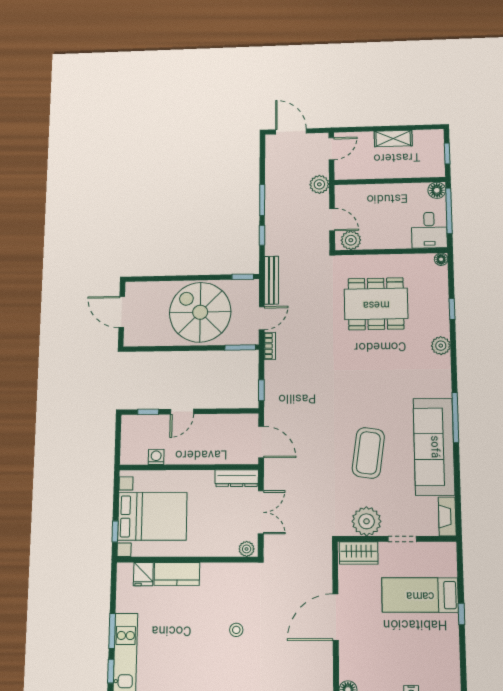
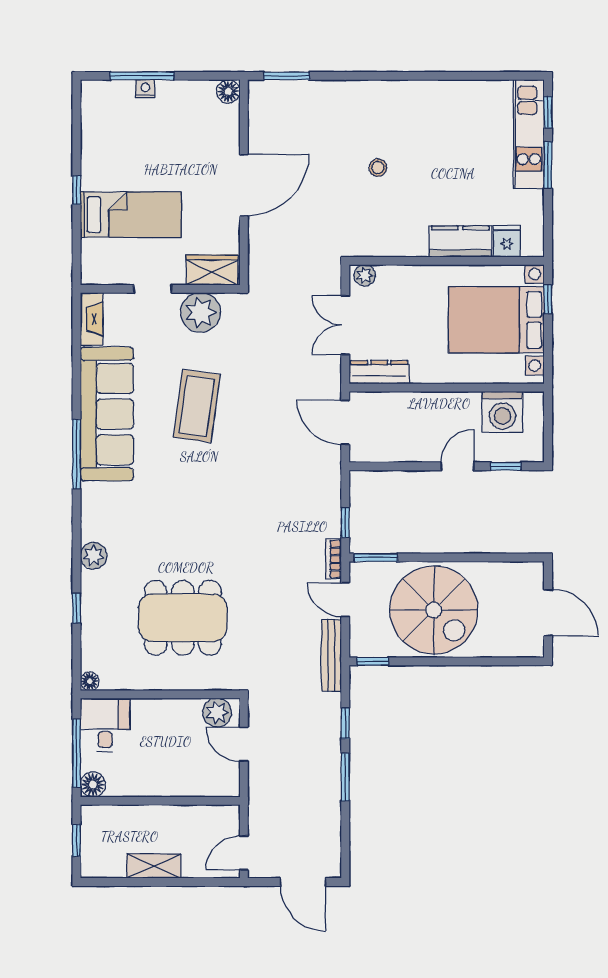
plant: (319, 184) -> (262, 799), removed
door: (262, 318) -> (345, 600), hinge flipped
window: (261, 390) -> (345, 522), moved
washing machine: (156, 457) -> (502, 412), width x1.89, depth x1.89

